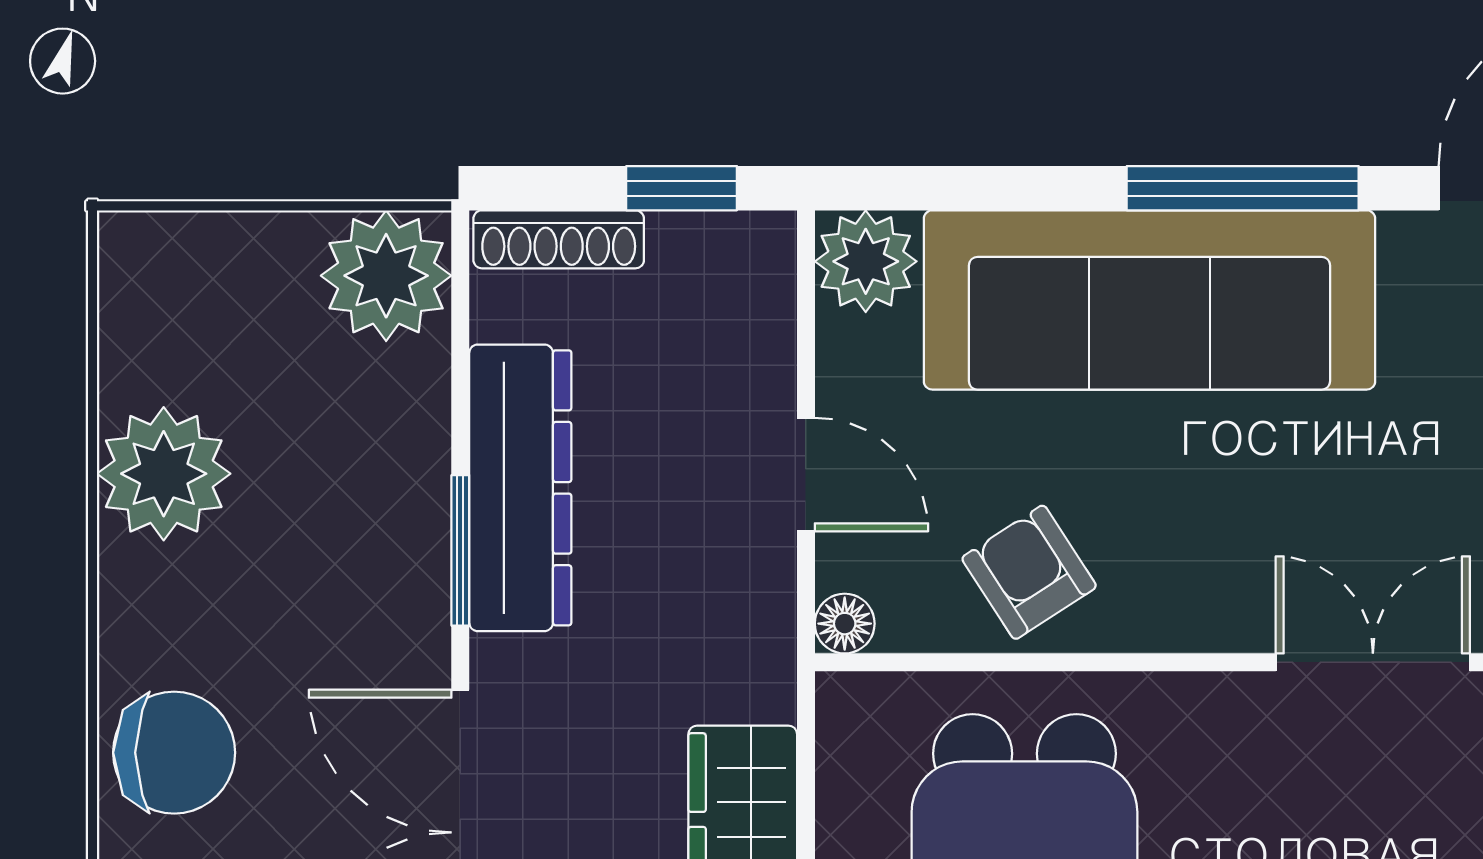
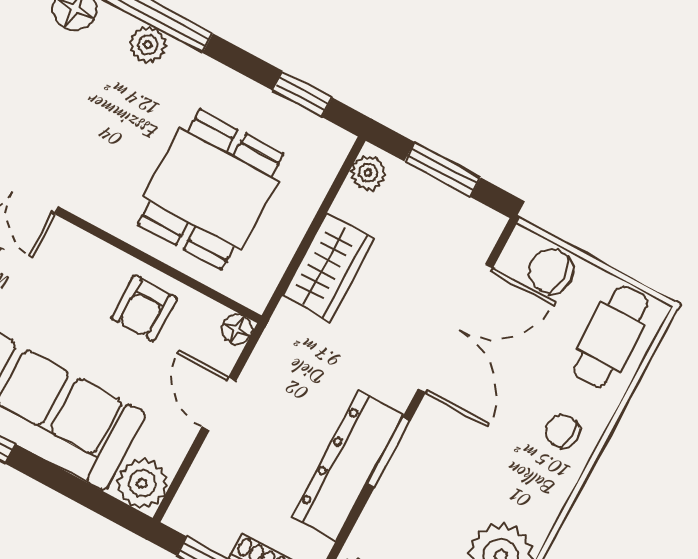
armchair: (1029, 572) -> (144, 308), turned 33
chair: (174, 753) -> (562, 431), width x0.54, depth x0.54

